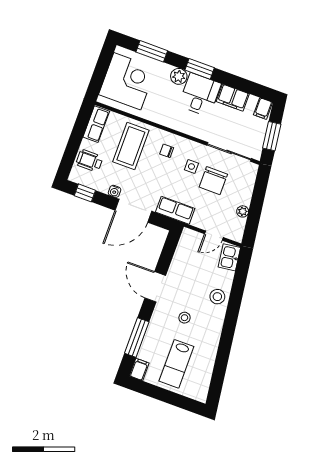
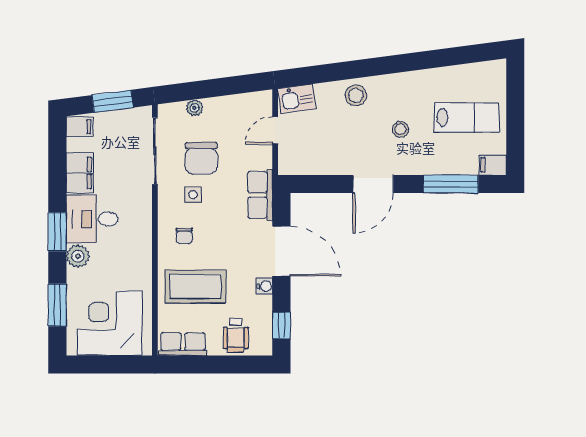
chair: (213, 181) -> (201, 158), turned 90
plant: (243, 211) -> (194, 108), moved
door: (214, 236) -> (275, 130), swing flipped

